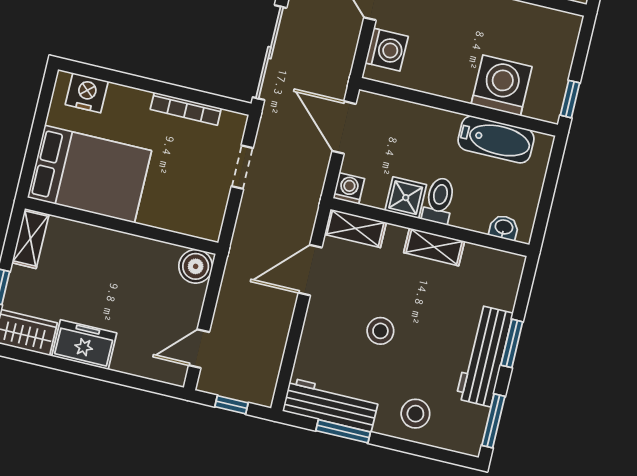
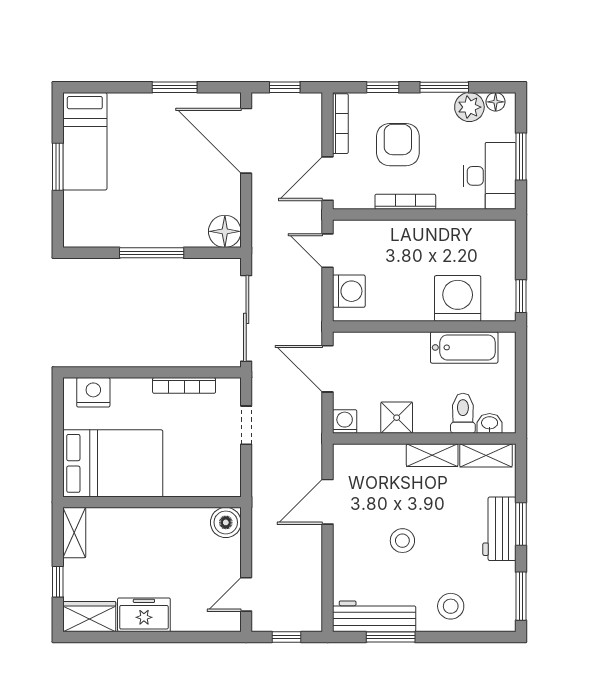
toilet: (439, 201) -> (463, 413), moved
shelving: (355, 228) -> (486, 455), moved
workbench: (484, 356) -> (499, 529), width x0.73

